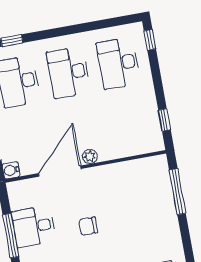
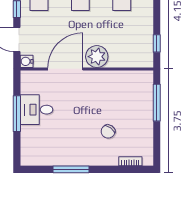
plant: (90, 157) -> (97, 57), width x1.87, depth x1.87
chair: (88, 226) -> (108, 131), moved, turned -55

